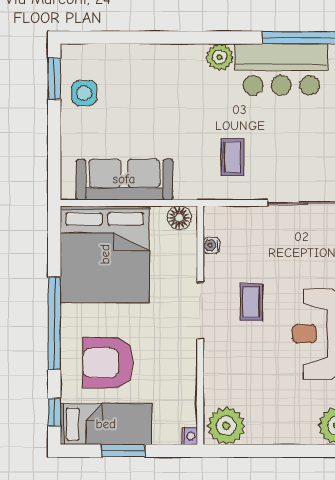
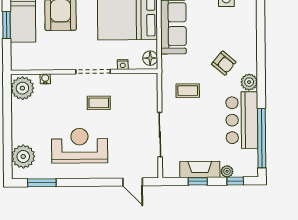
armchair: (188, 98) -> (224, 63), added
water cooler: (211, 245) -> (45, 79), moved
nightstand: (189, 436) -> (123, 65), moved

